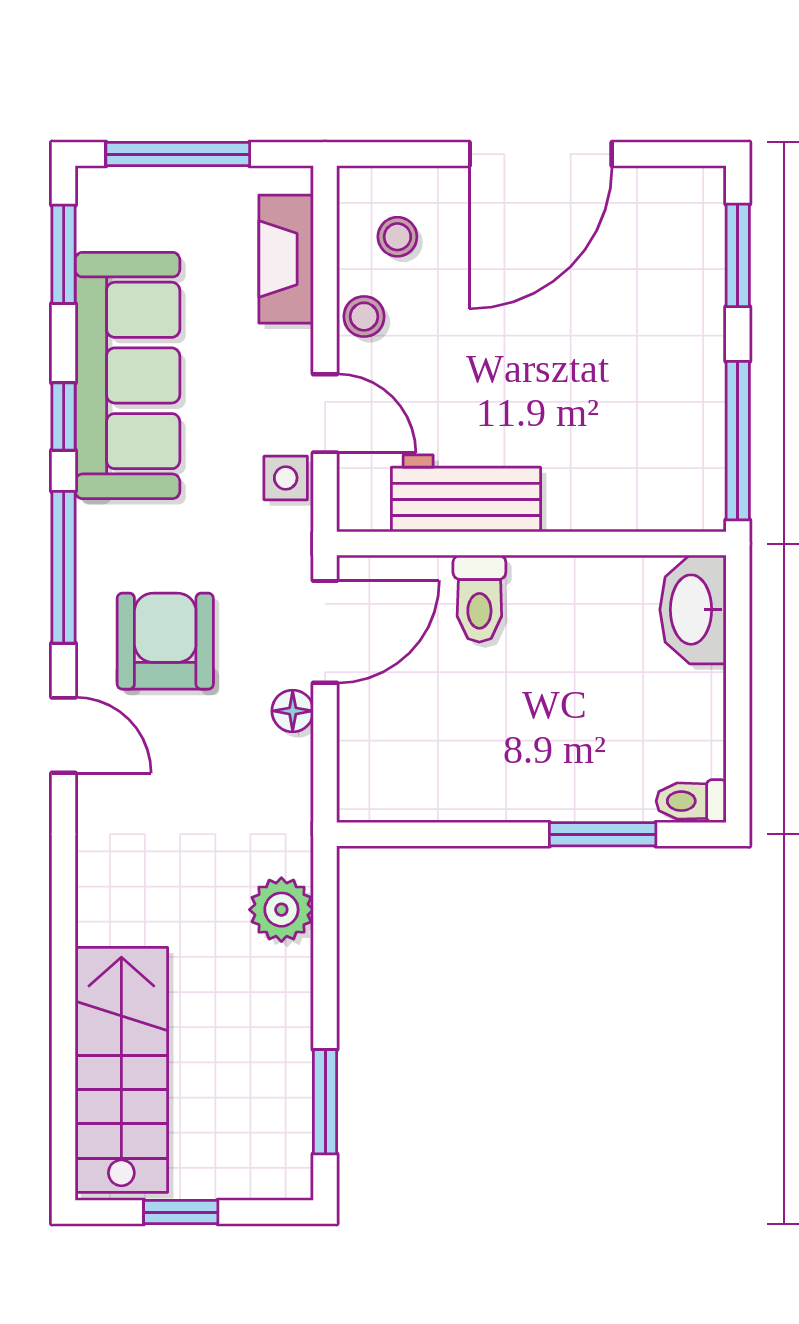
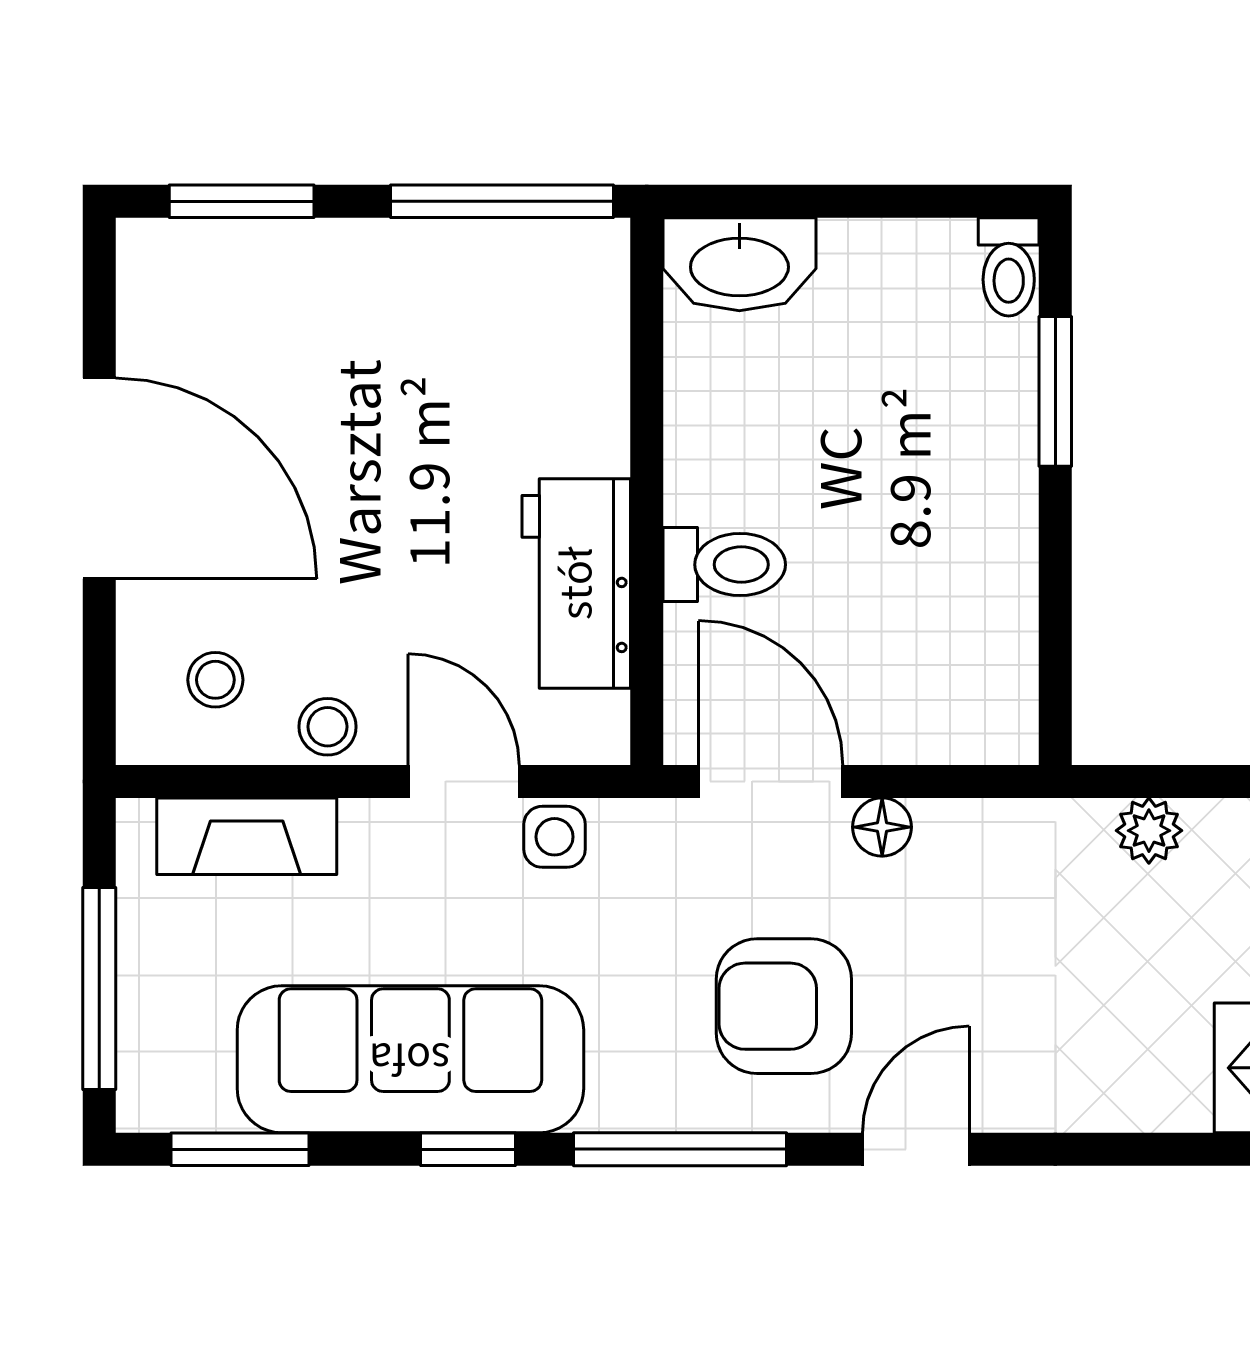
door: (325, 413) -> (464, 781), hinge flipped
plant: (281, 910) -> (1149, 831), width x0.73, depth x0.73

